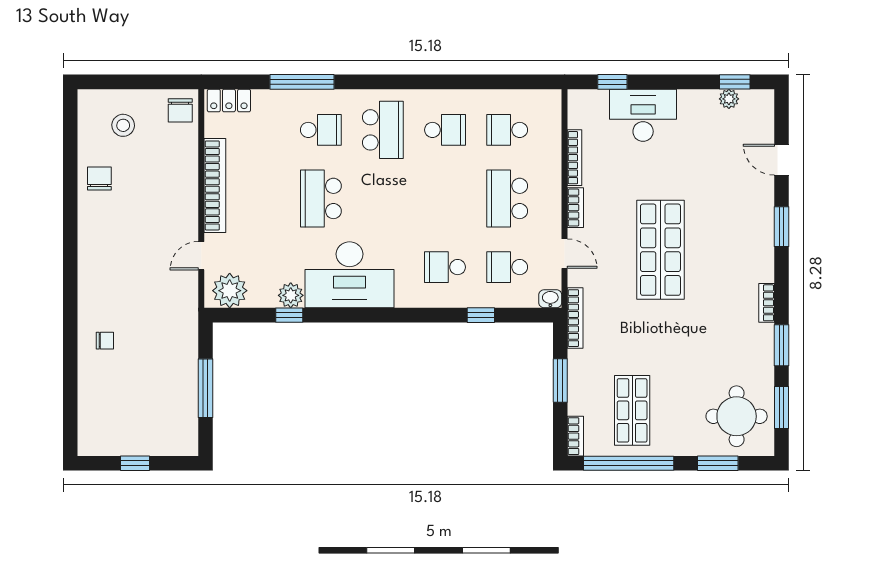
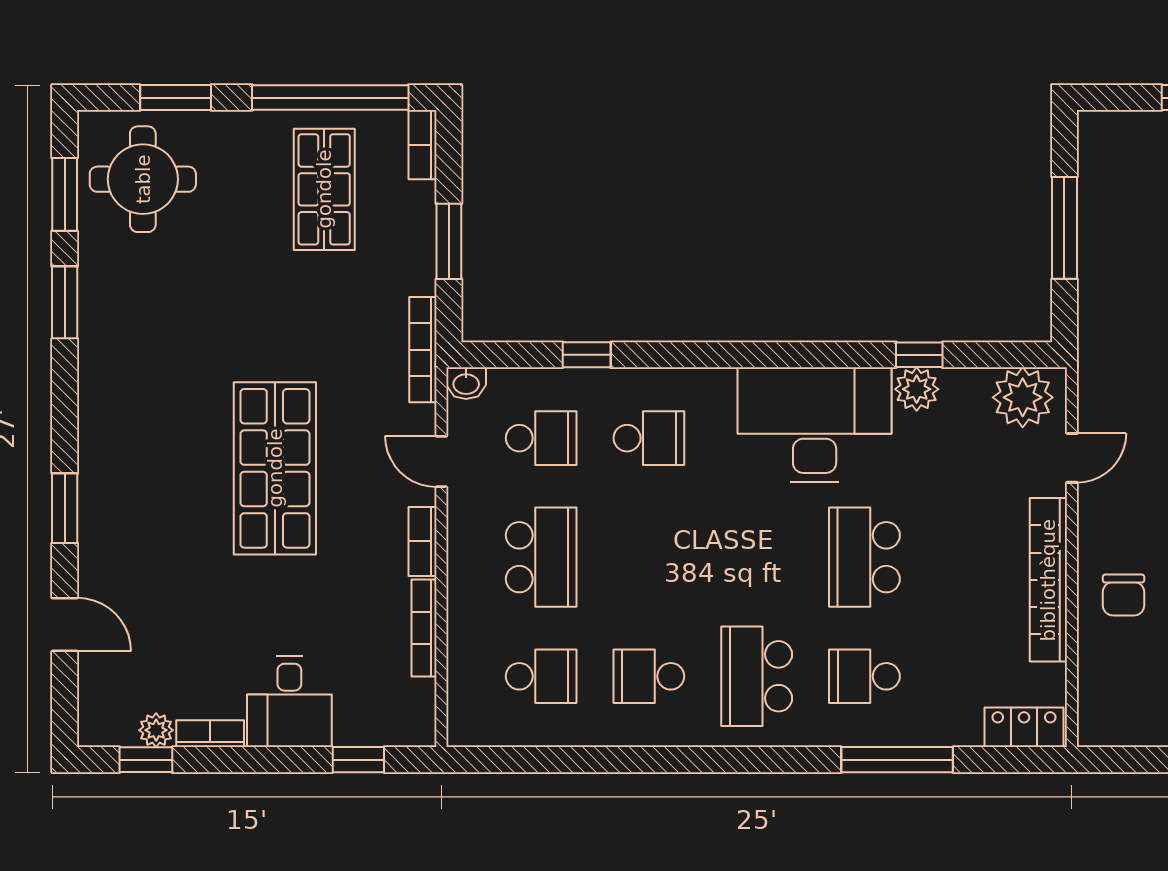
chair: (180, 110) -> (1124, 595), moved, turned 180
desk: (643, 115) -> (289, 702), width x0.73
school desk: (321, 198) -> (864, 557), turned 180
bookcase: (767, 303) -> (210, 734), moved, turned -90

